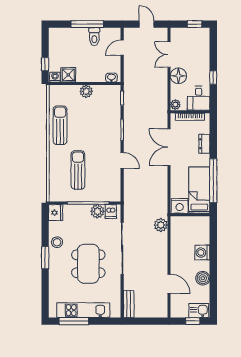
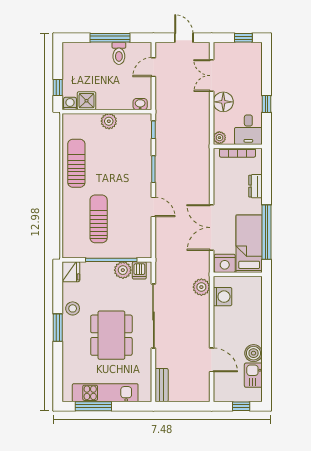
double door: (169, 147) -> (212, 228), moved
washing machine: (202, 252) -> (223, 297), moved, turned 180
kitchen sink: (199, 310) -> (253, 375), moved, turned -90

